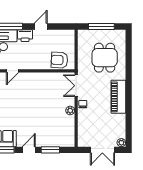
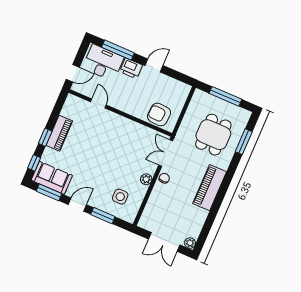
window: (129, 53) -> (244, 142), added
door: (12, 71) -> (98, 103), swing flipped
side table: (57, 131) -> (120, 197), added

